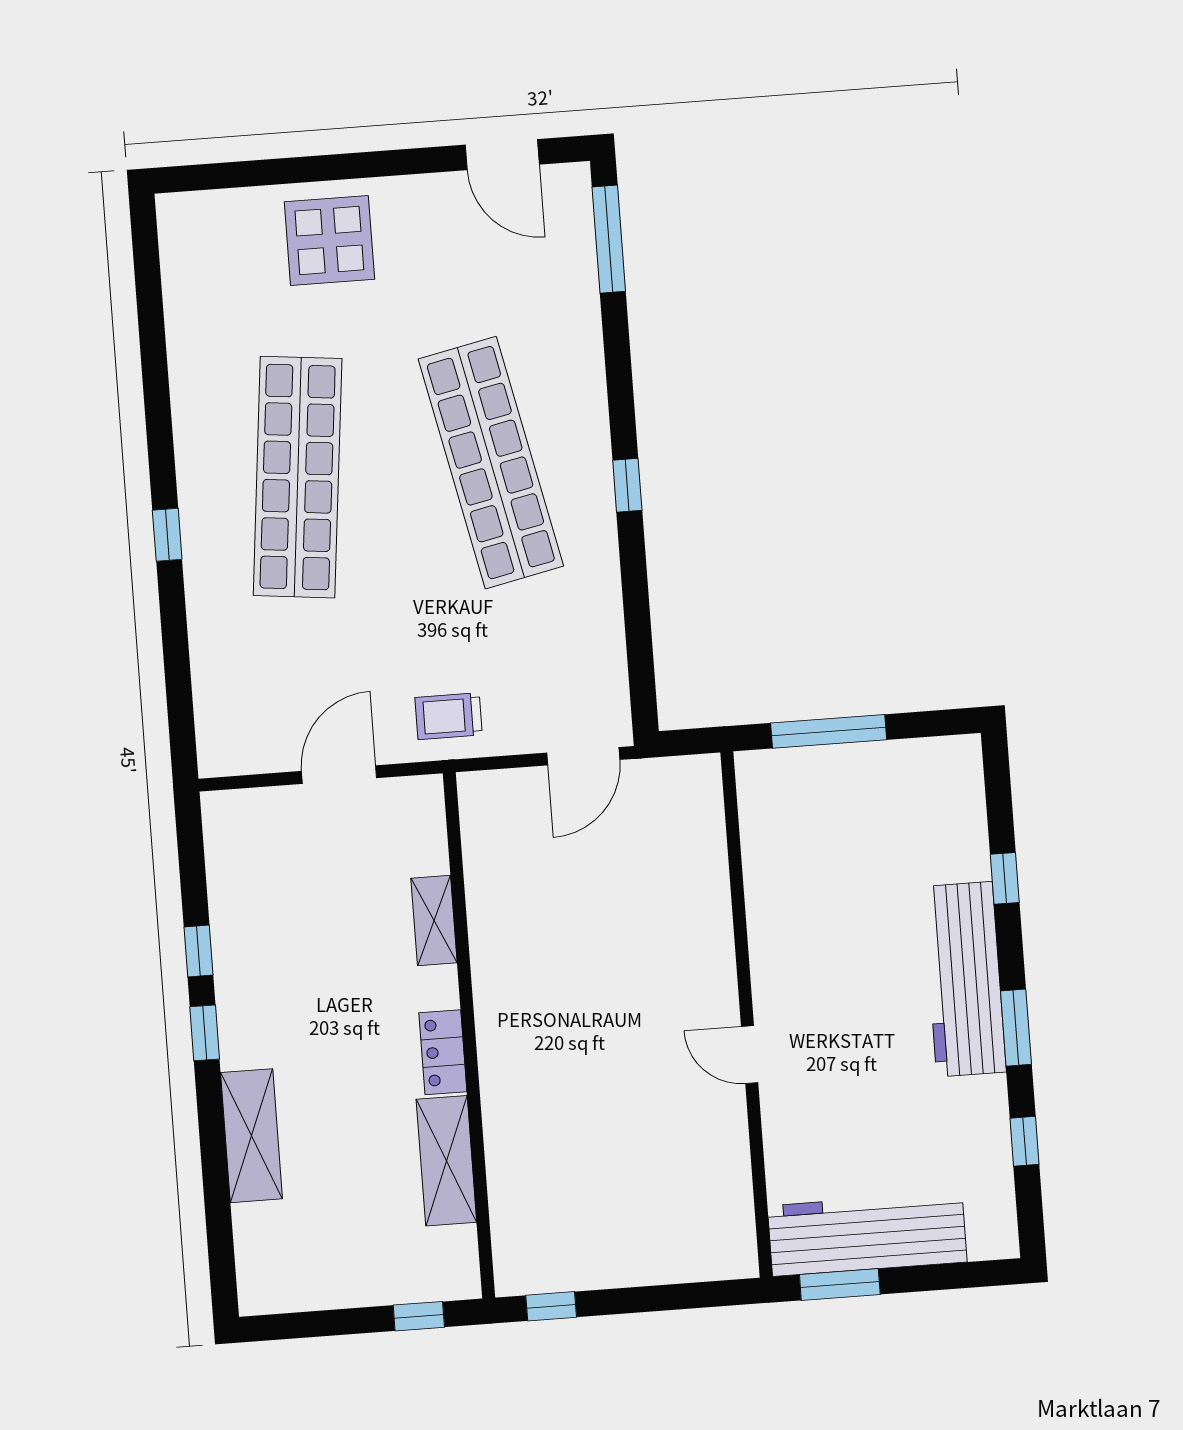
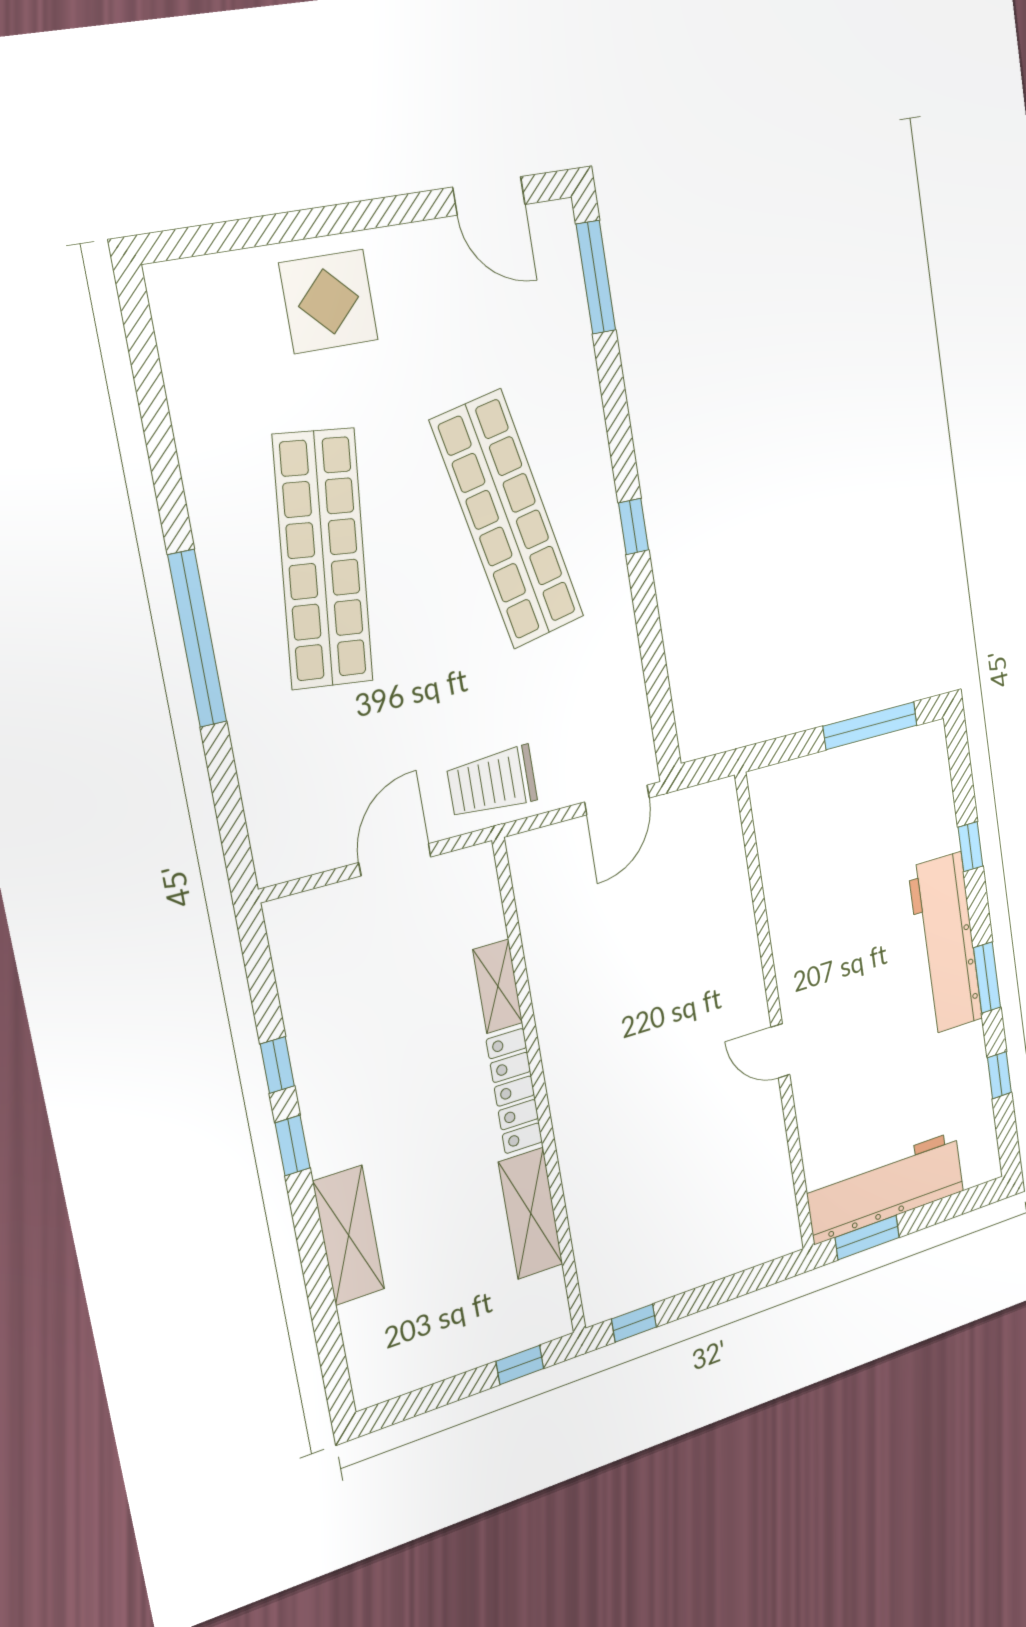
window: (167, 535) -> (197, 639), width x3.17
trolley: (449, 716) -> (492, 782), width x1.36, depth x1.39
window: (829, 731) -> (870, 726), moved
locker: (443, 1052) -> (514, 1091), width x1.53

